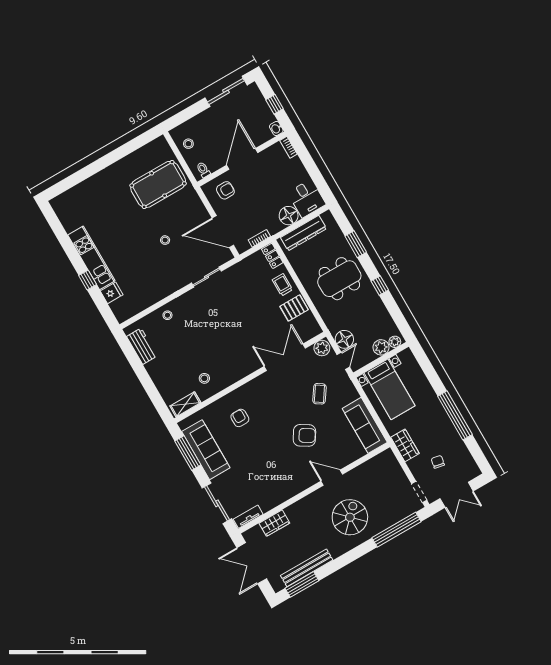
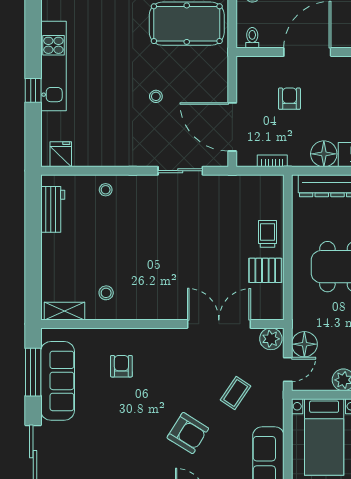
armchair: (225, 190) -> (289, 99), moved, turned -90
locker: (272, 256) -> (275, 191), removed
fridge: (112, 293) -> (61, 154), moved, turned -90

